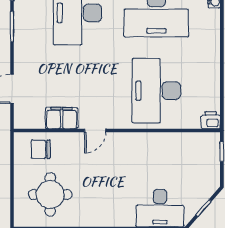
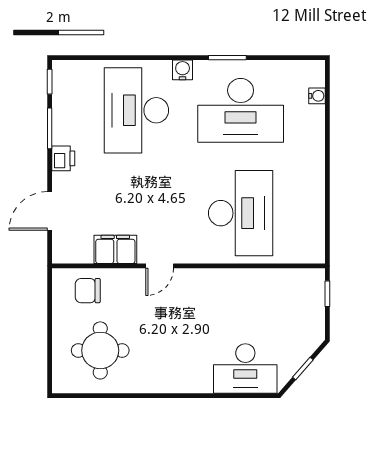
desk: (156, 91) -> (241, 213), turned 180
printer: (211, 120) -> (63, 158), moved, turned 90

